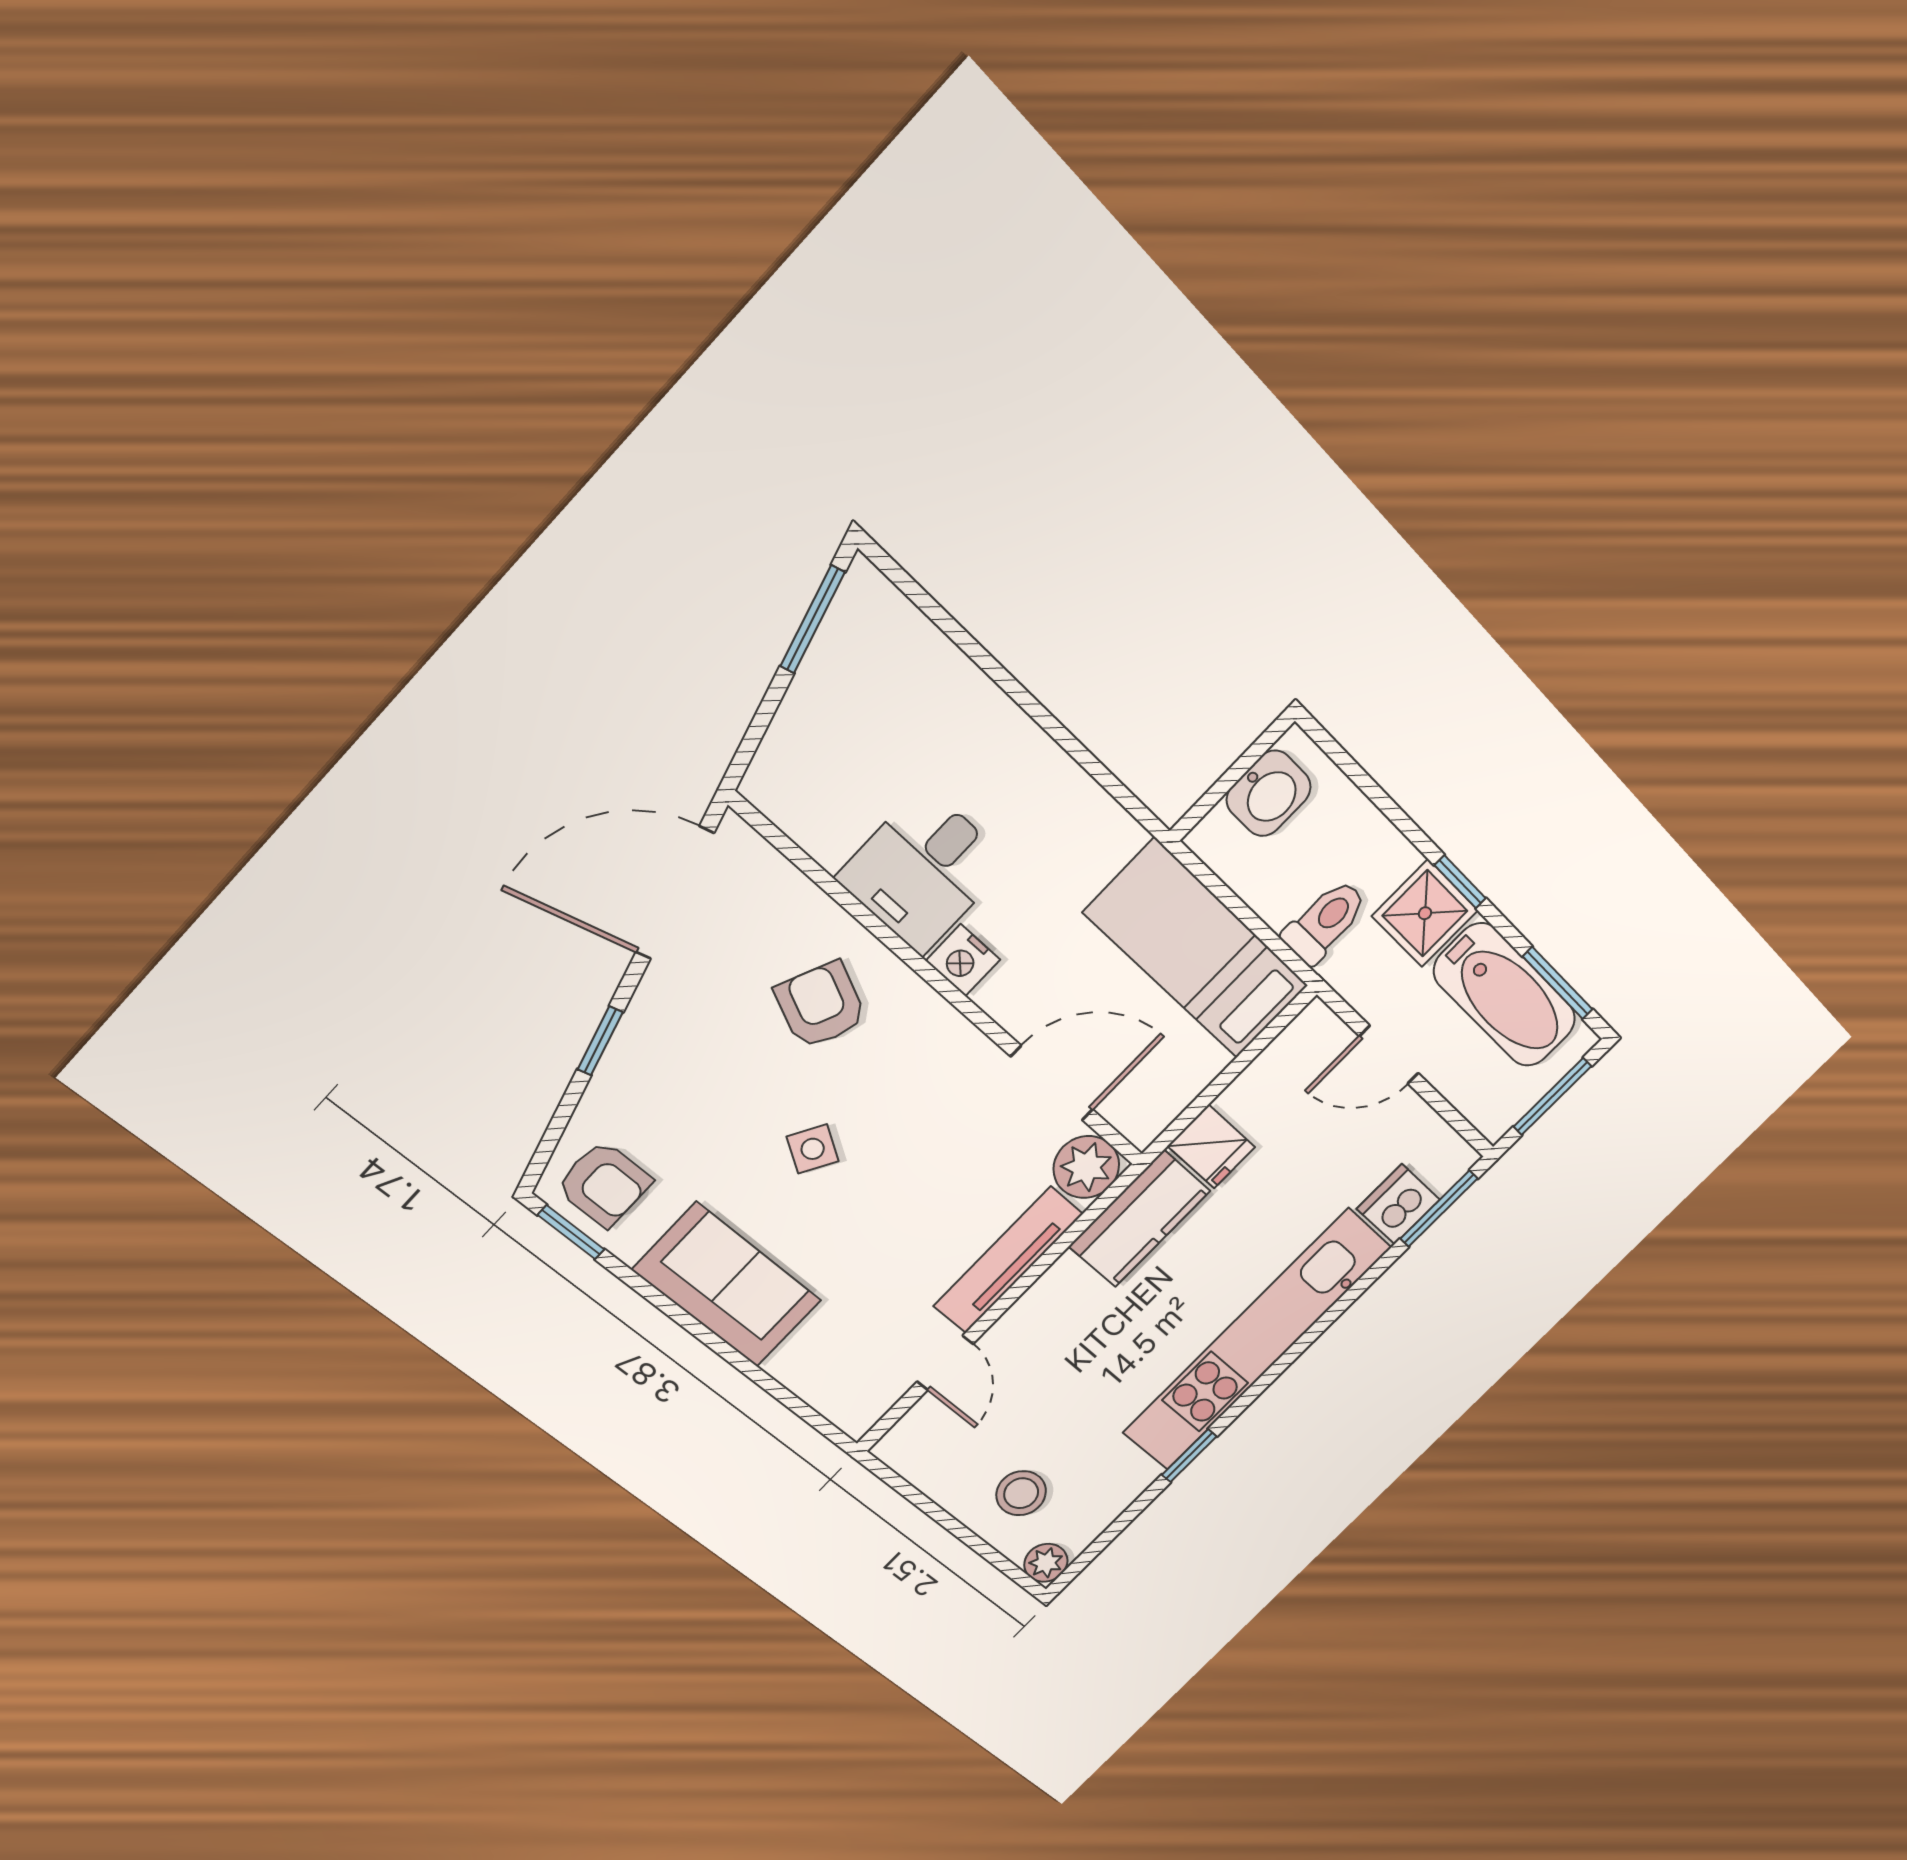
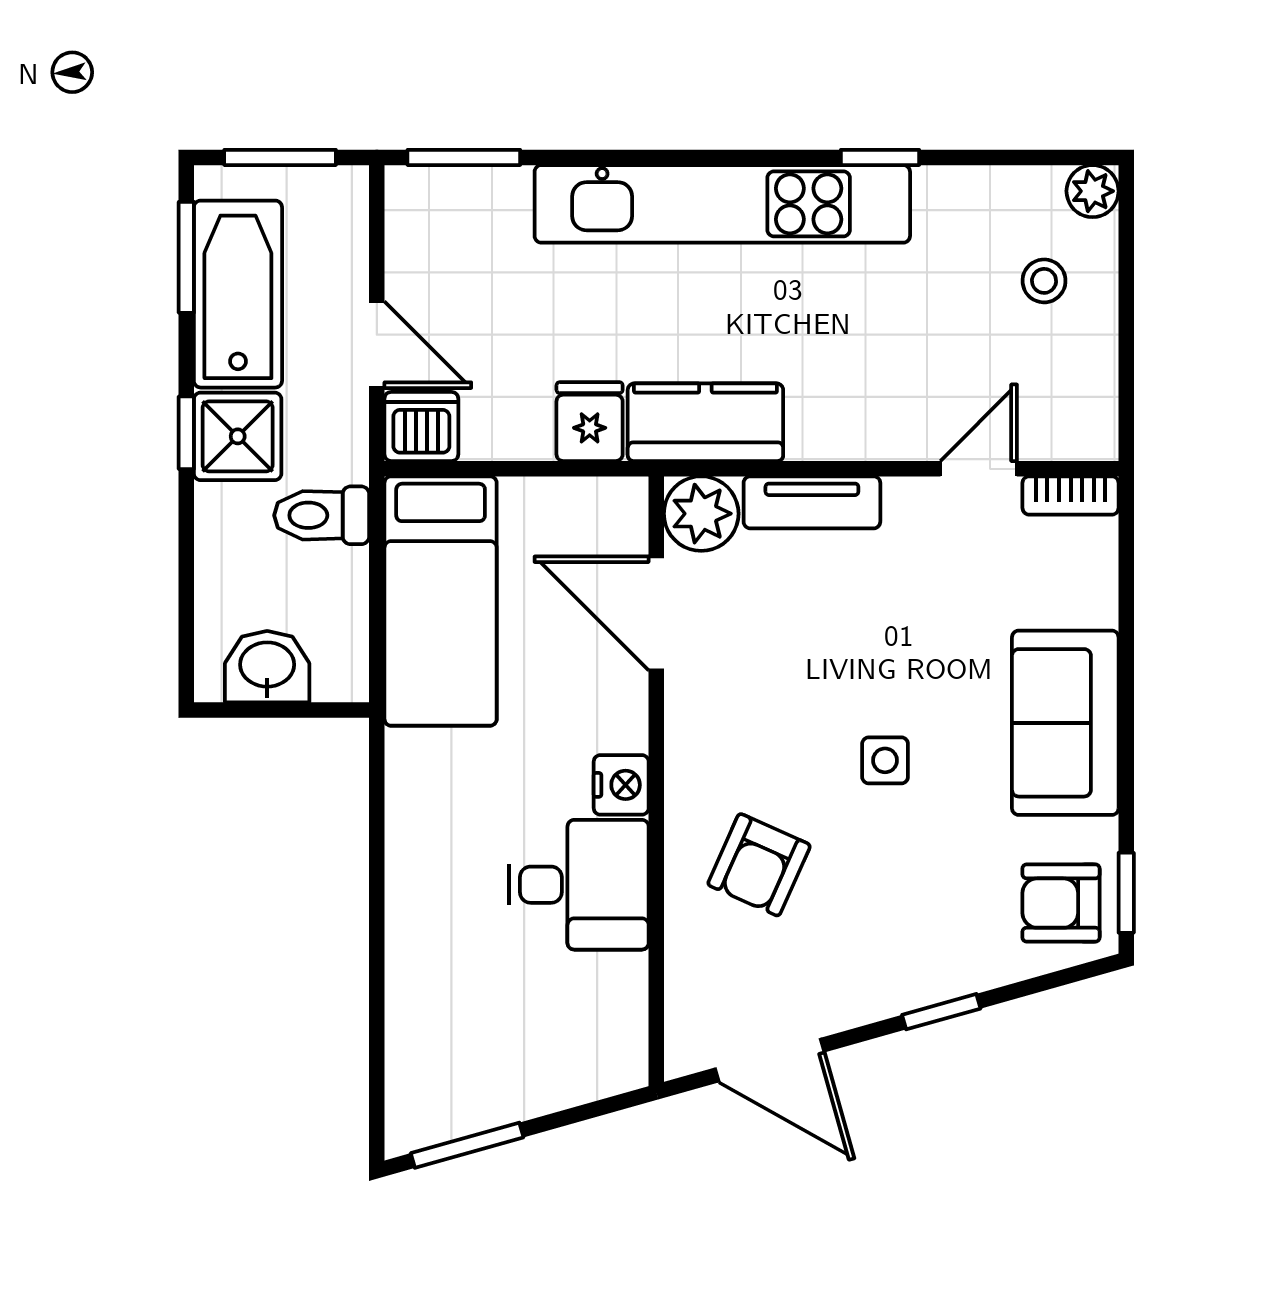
door: (675, 893) -> (770, 1060), width x0.73
side table: (813, 1149) -> (885, 760), turned -31
armchair: (604, 1184) -> (1061, 903), turned -90
dishwasher: (1398, 1204) -> (421, 426), moved, turned 180
tv unit: (1008, 1260) -> (812, 502), width x0.71
bookcase: (873, 1405) -> (1071, 495), added
stool: (1021, 1493) -> (1044, 281), width x0.73, depth x0.73

